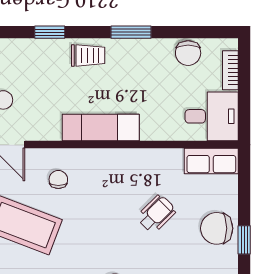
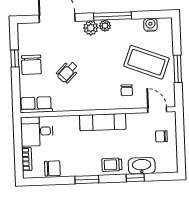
washbasin: (38, 52) -> (142, 166), added
chair: (188, 53) -> (52, 168), turned 90
chair: (217, 228) -> (31, 65), turned 90

